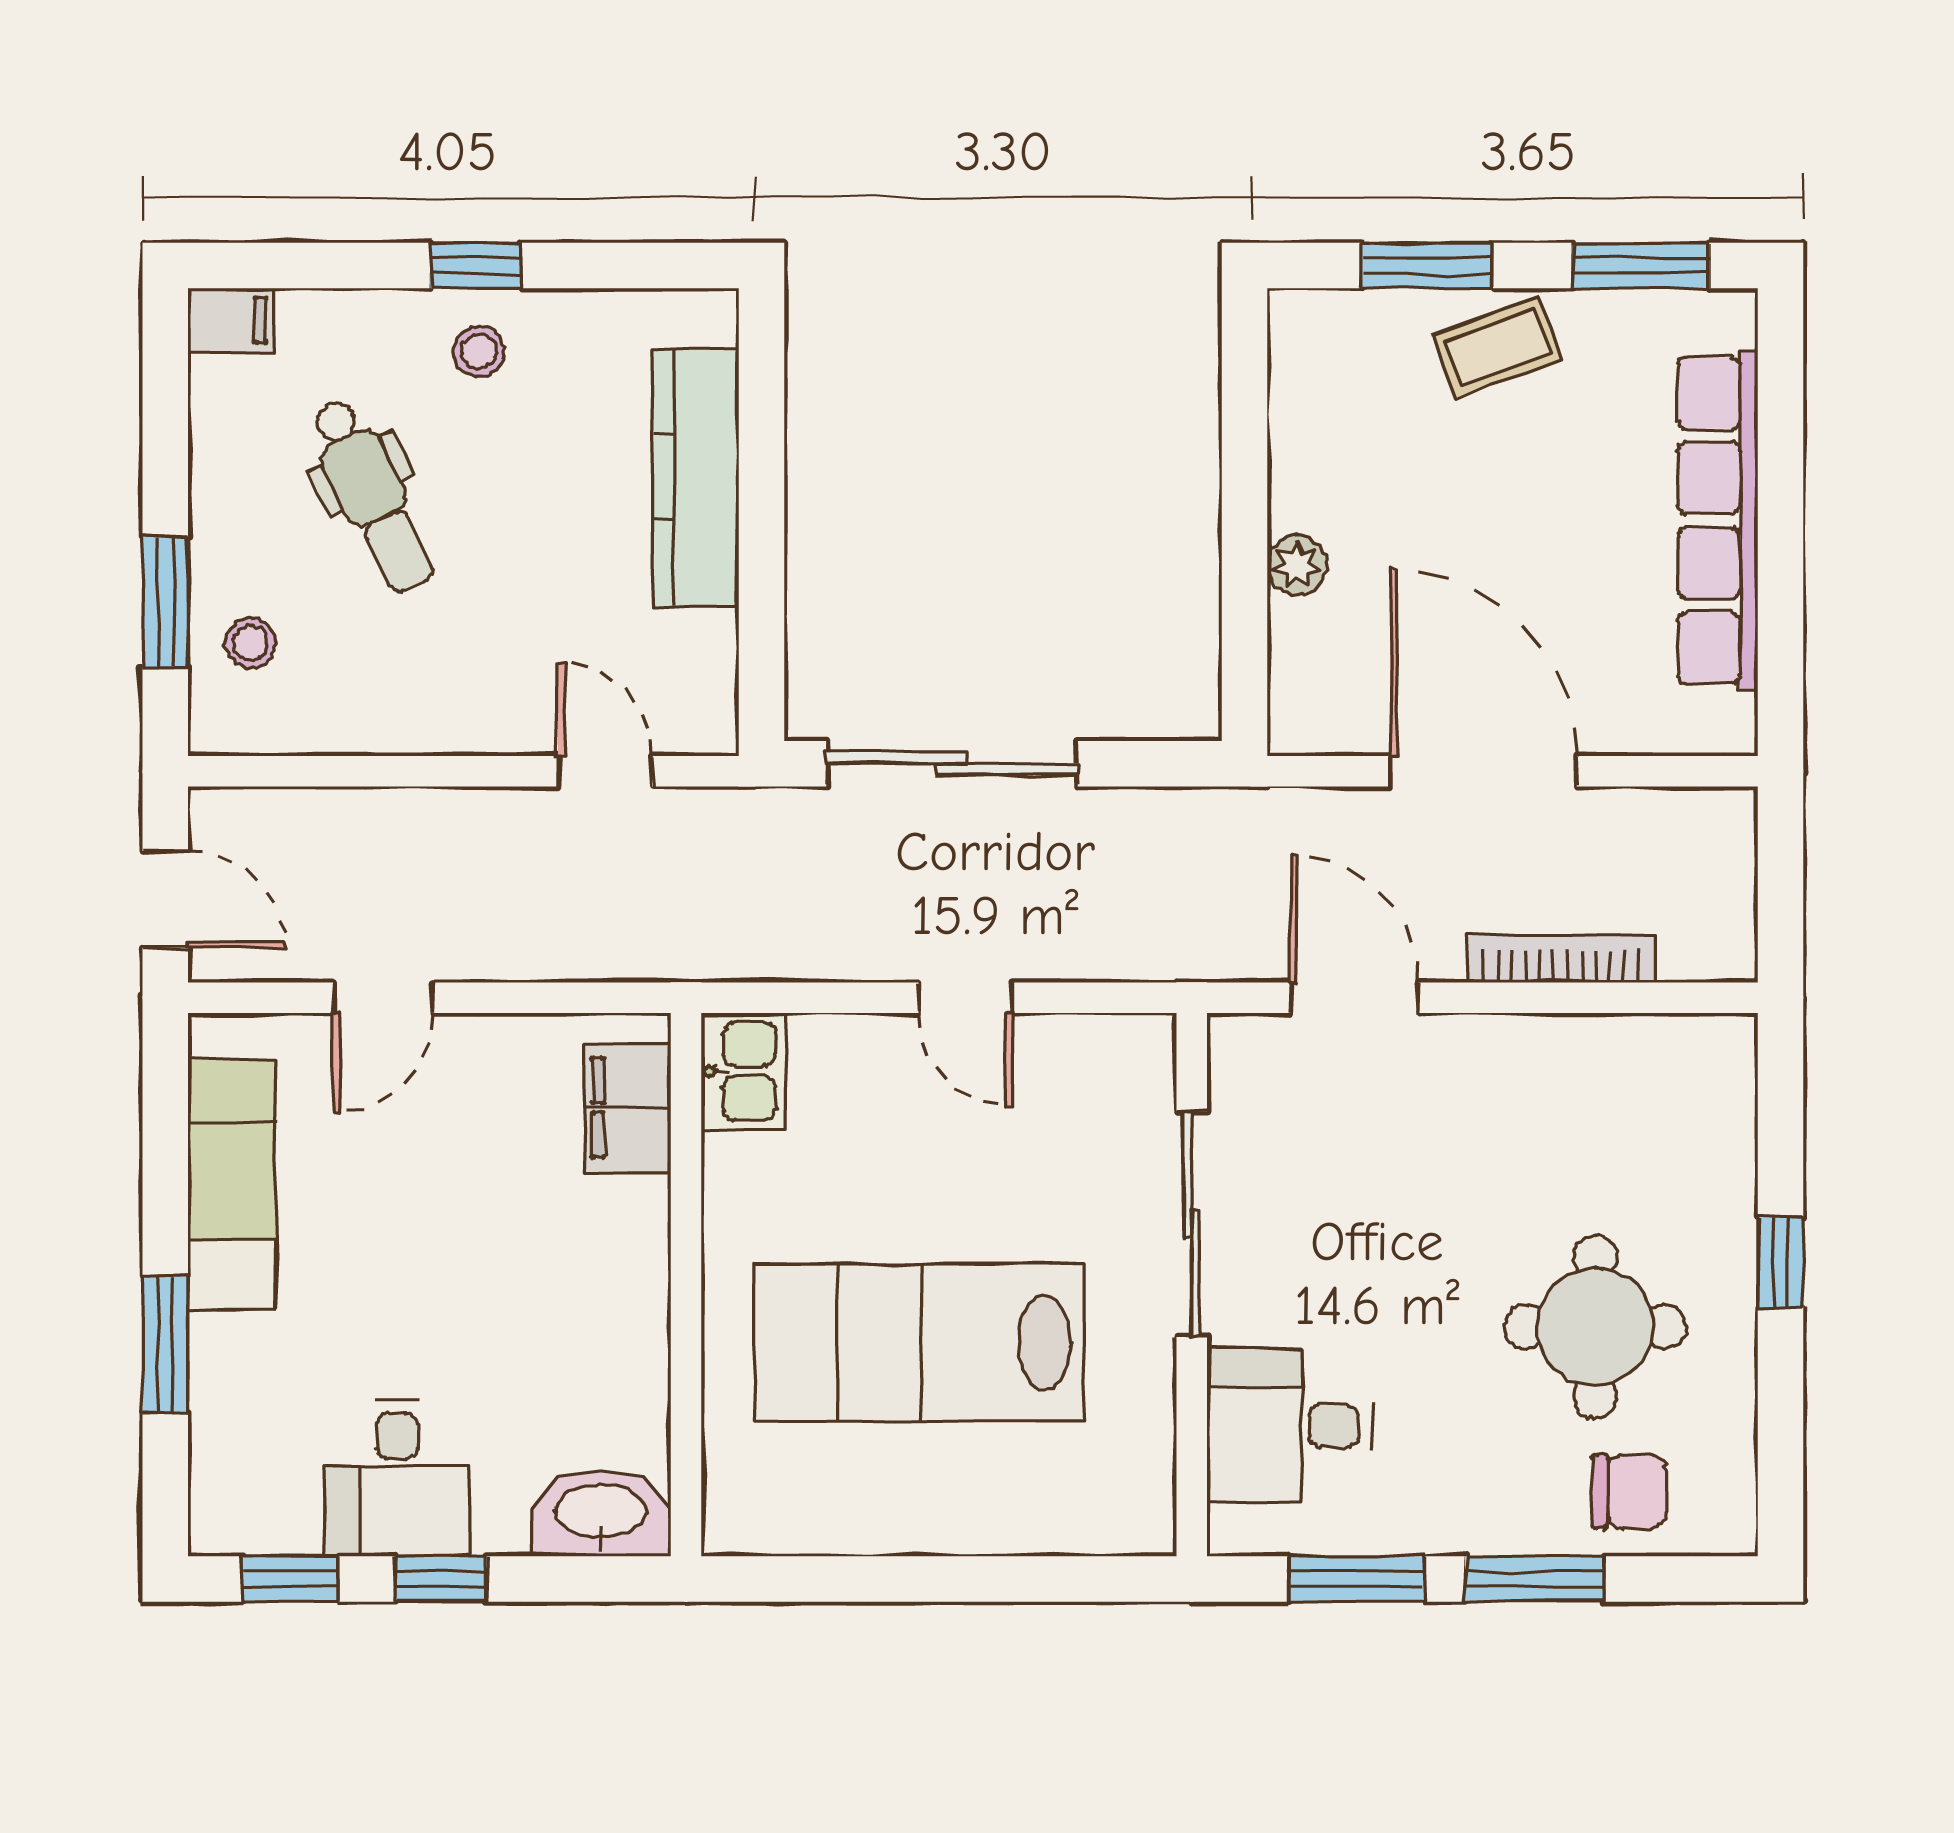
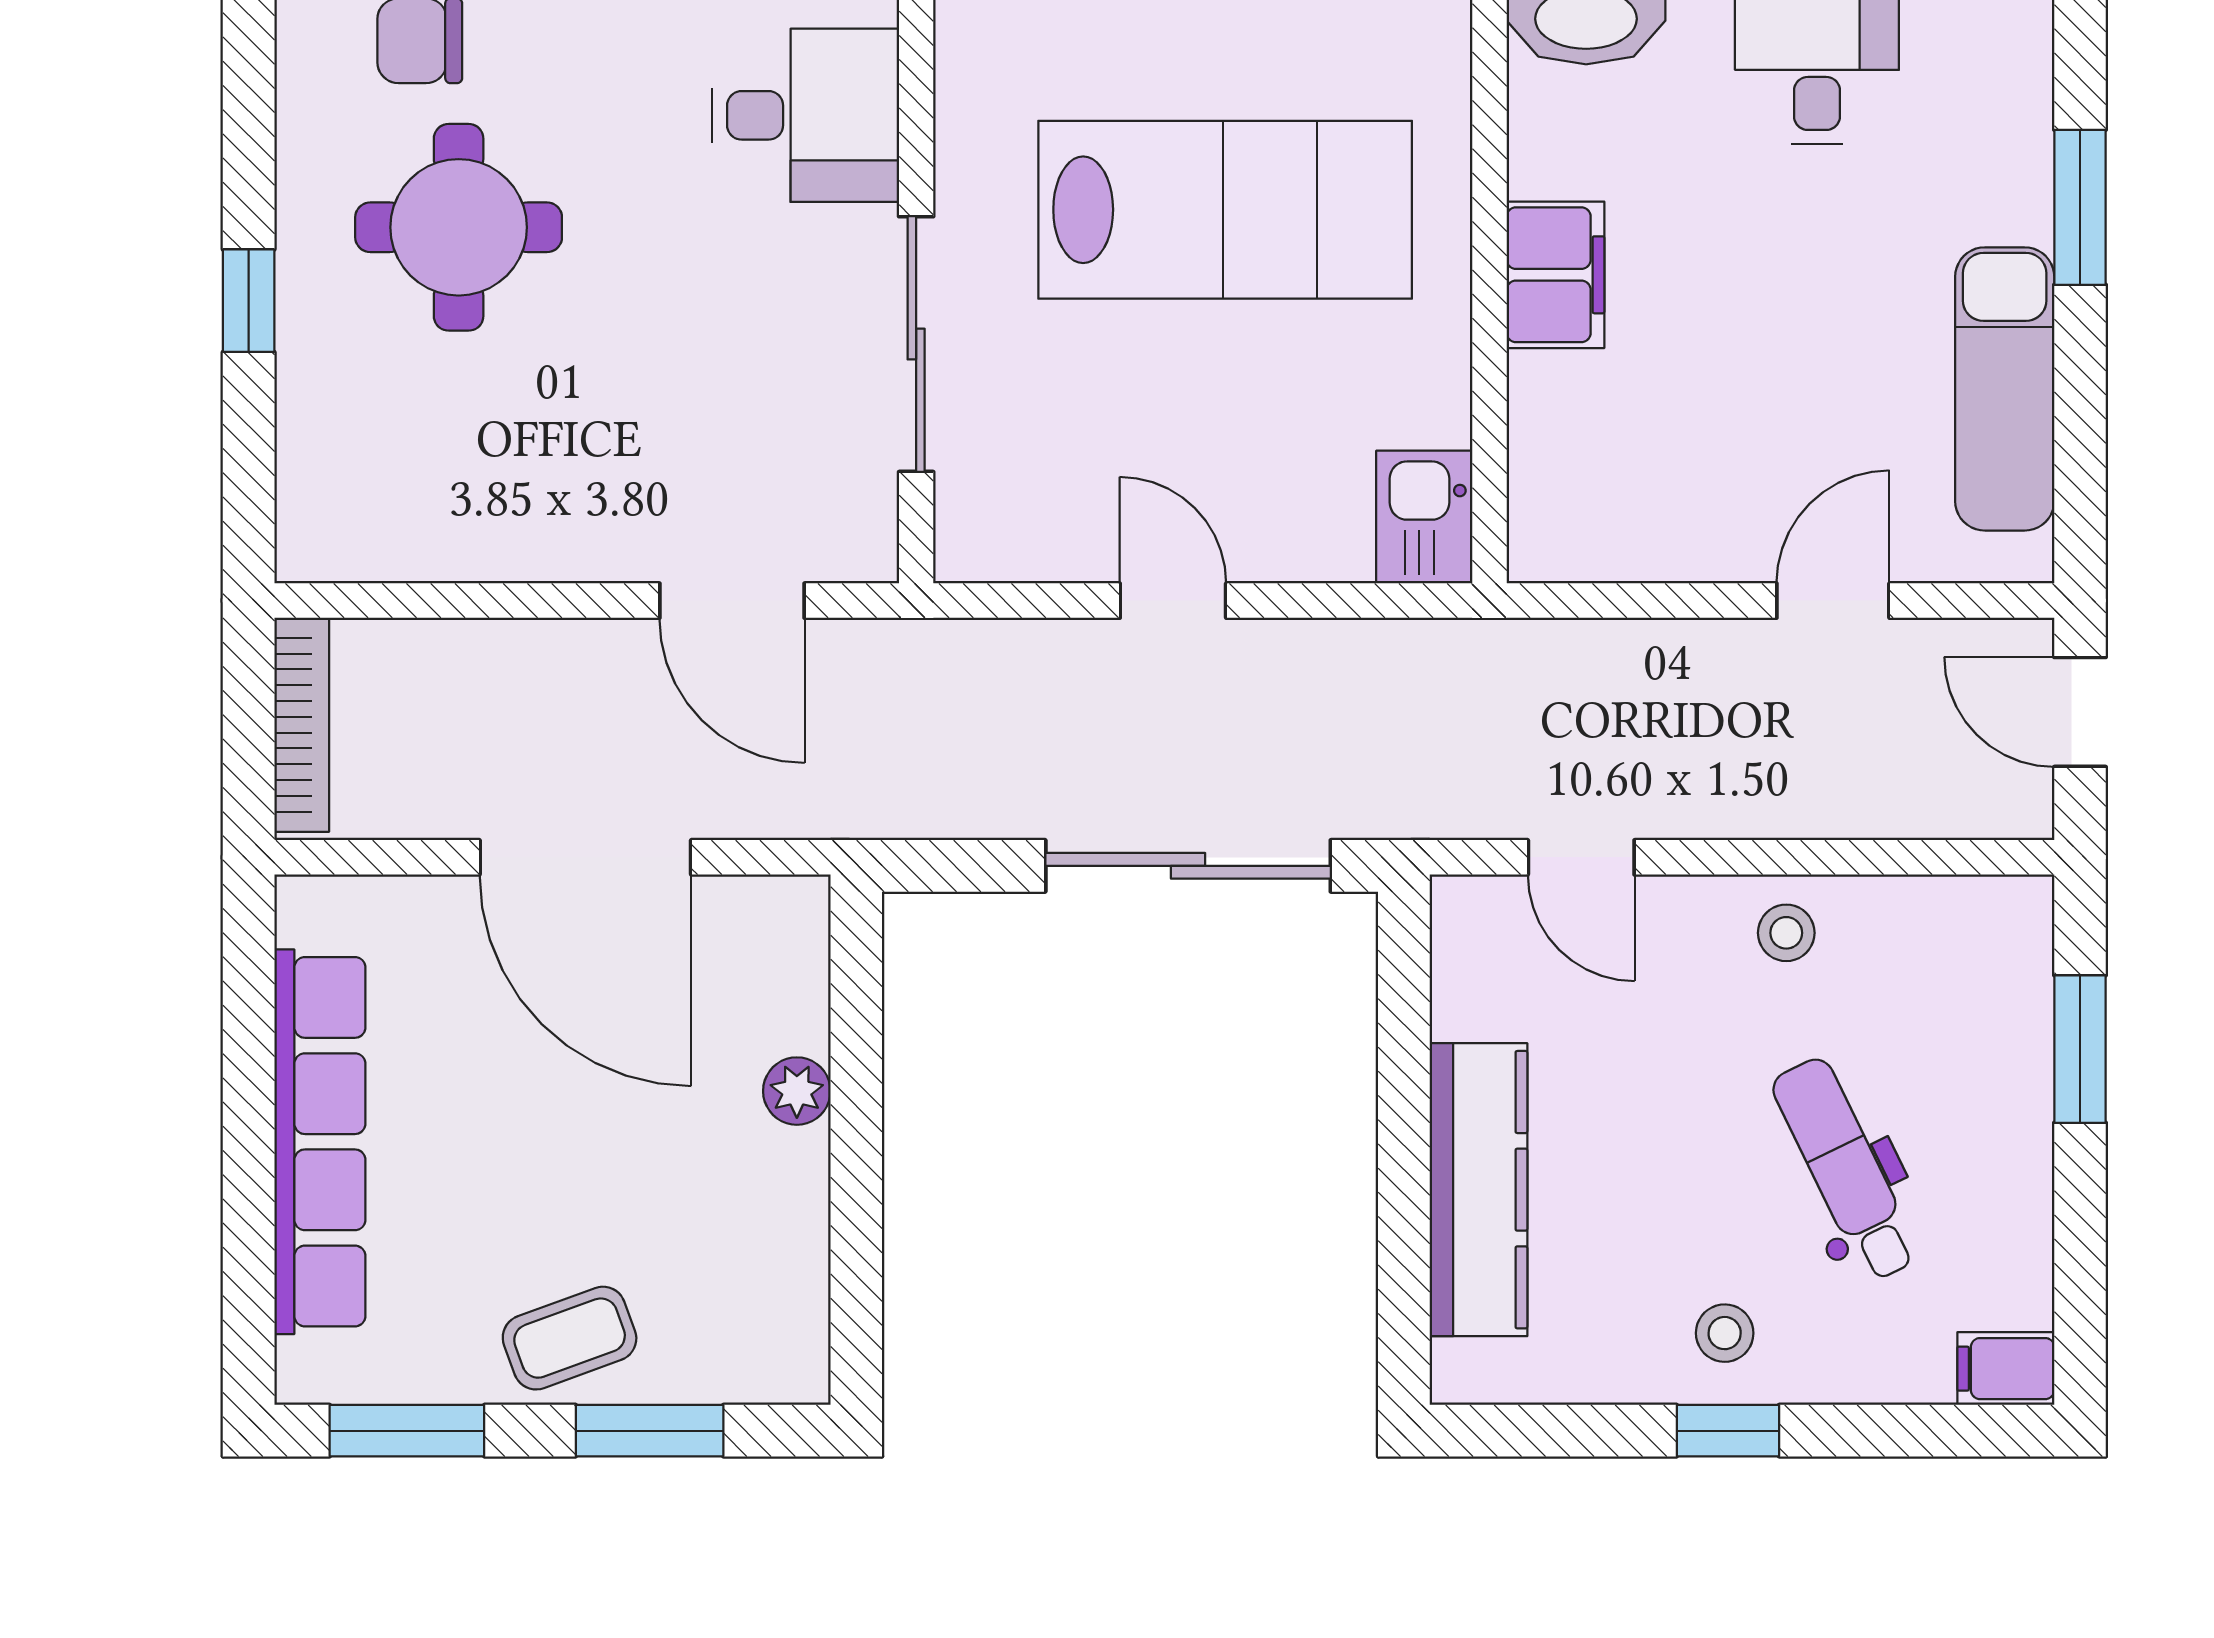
stool: (250, 643) -> (1786, 933), moved
bookcase: (1561, 958) -> (302, 725), moved, turned -90
filing cabinet: (628, 1108) -> (1555, 275), moved

